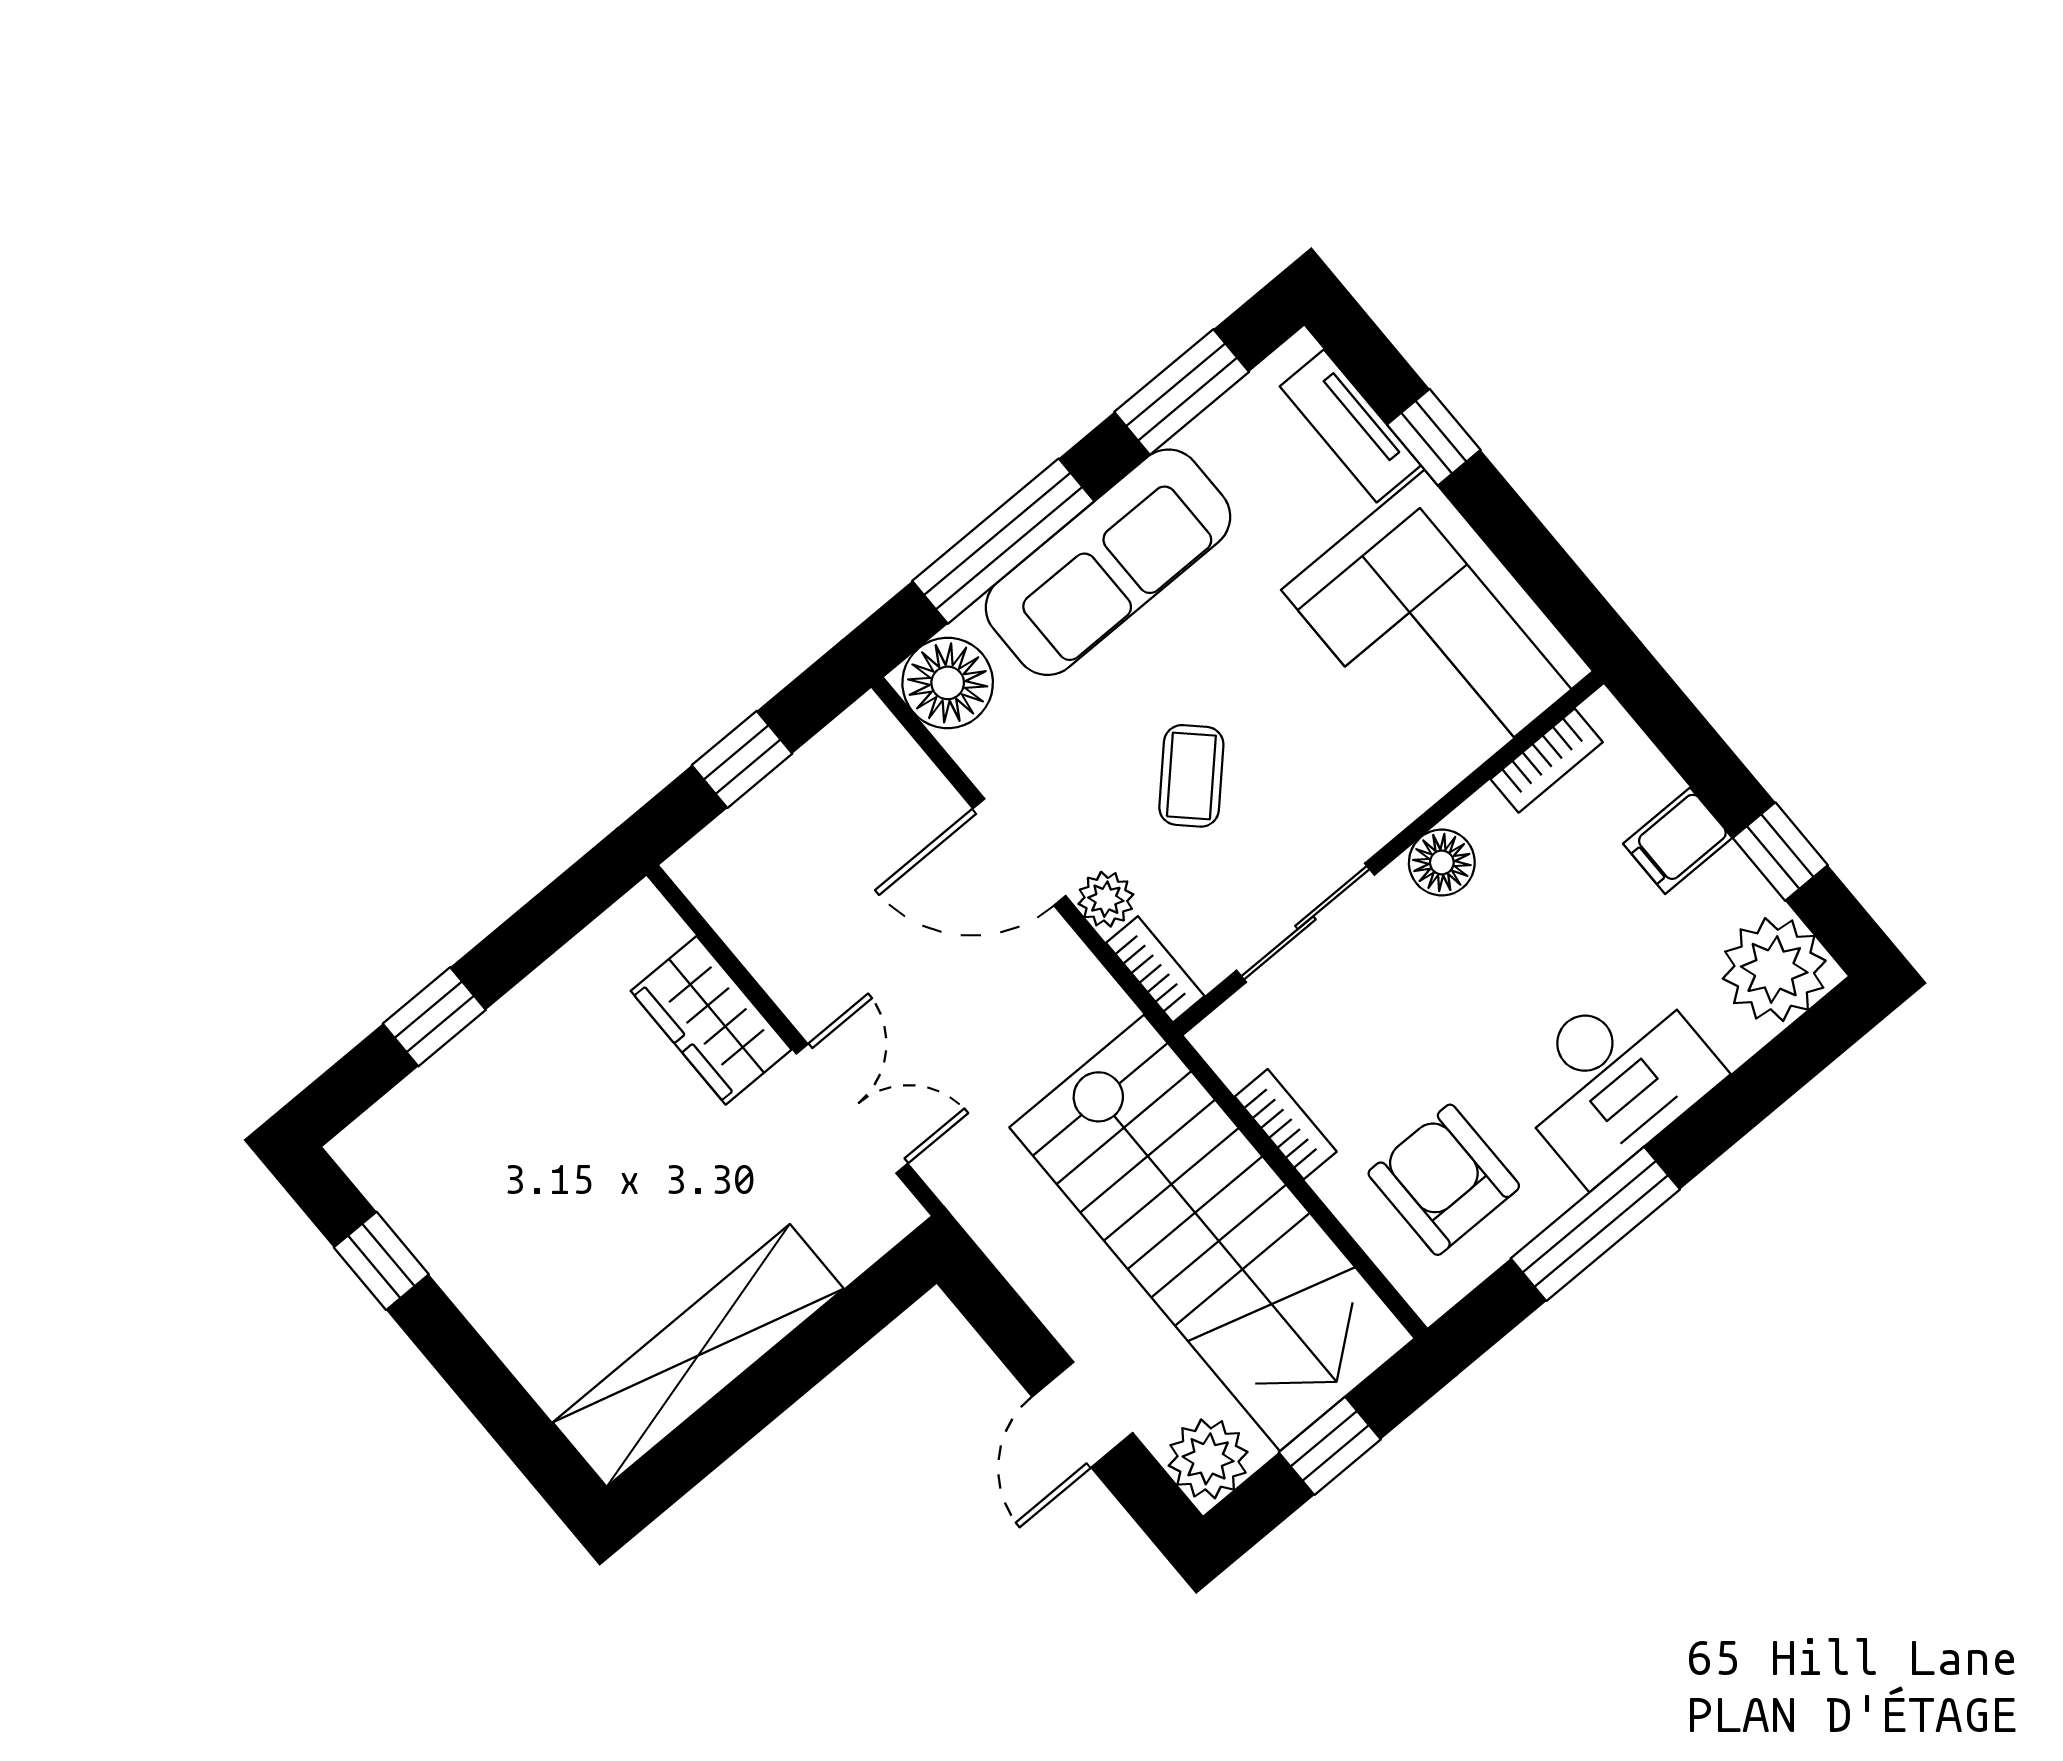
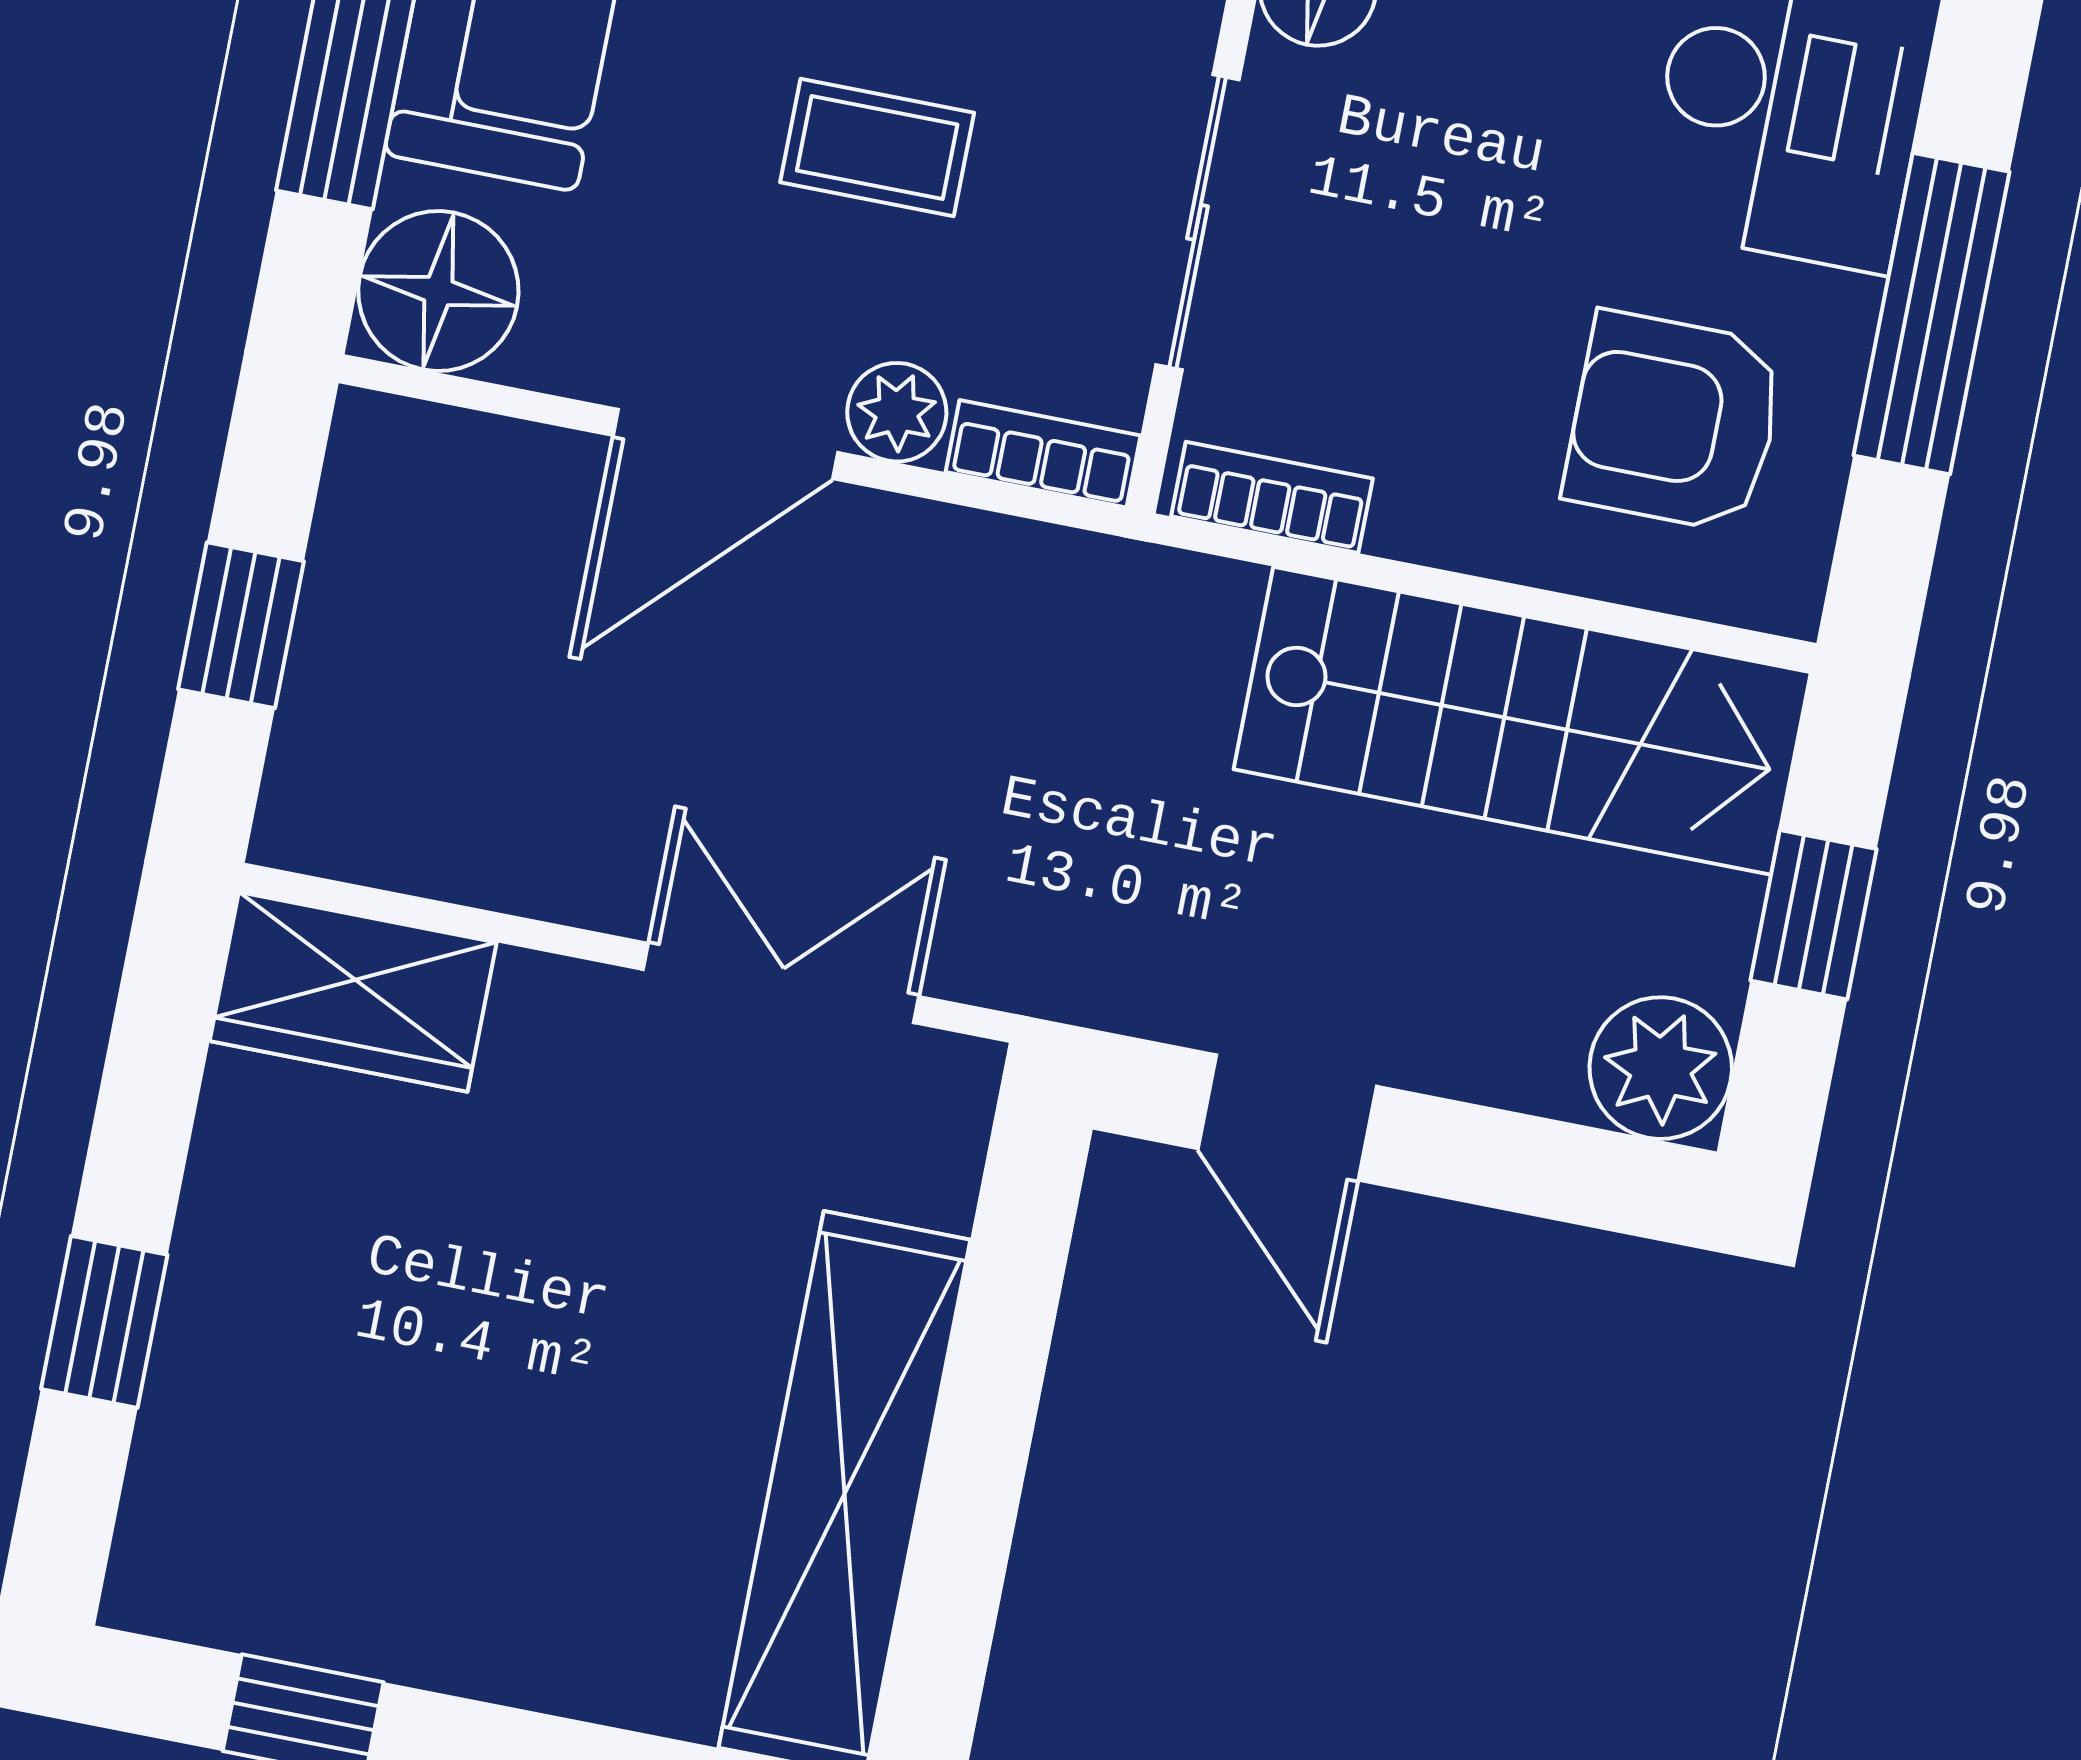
coffee table: (1191, 776) -> (877, 147), turned -44
wardrobe: (711, 1020) -> (353, 992), moved
bookcase: (1286, 1124) -> (1272, 497), moved
stairs: (1212, 1233) -> (1522, 721), width x0.73, depth x0.66
door: (1082, 1415) -> (1287, 1118), moved

